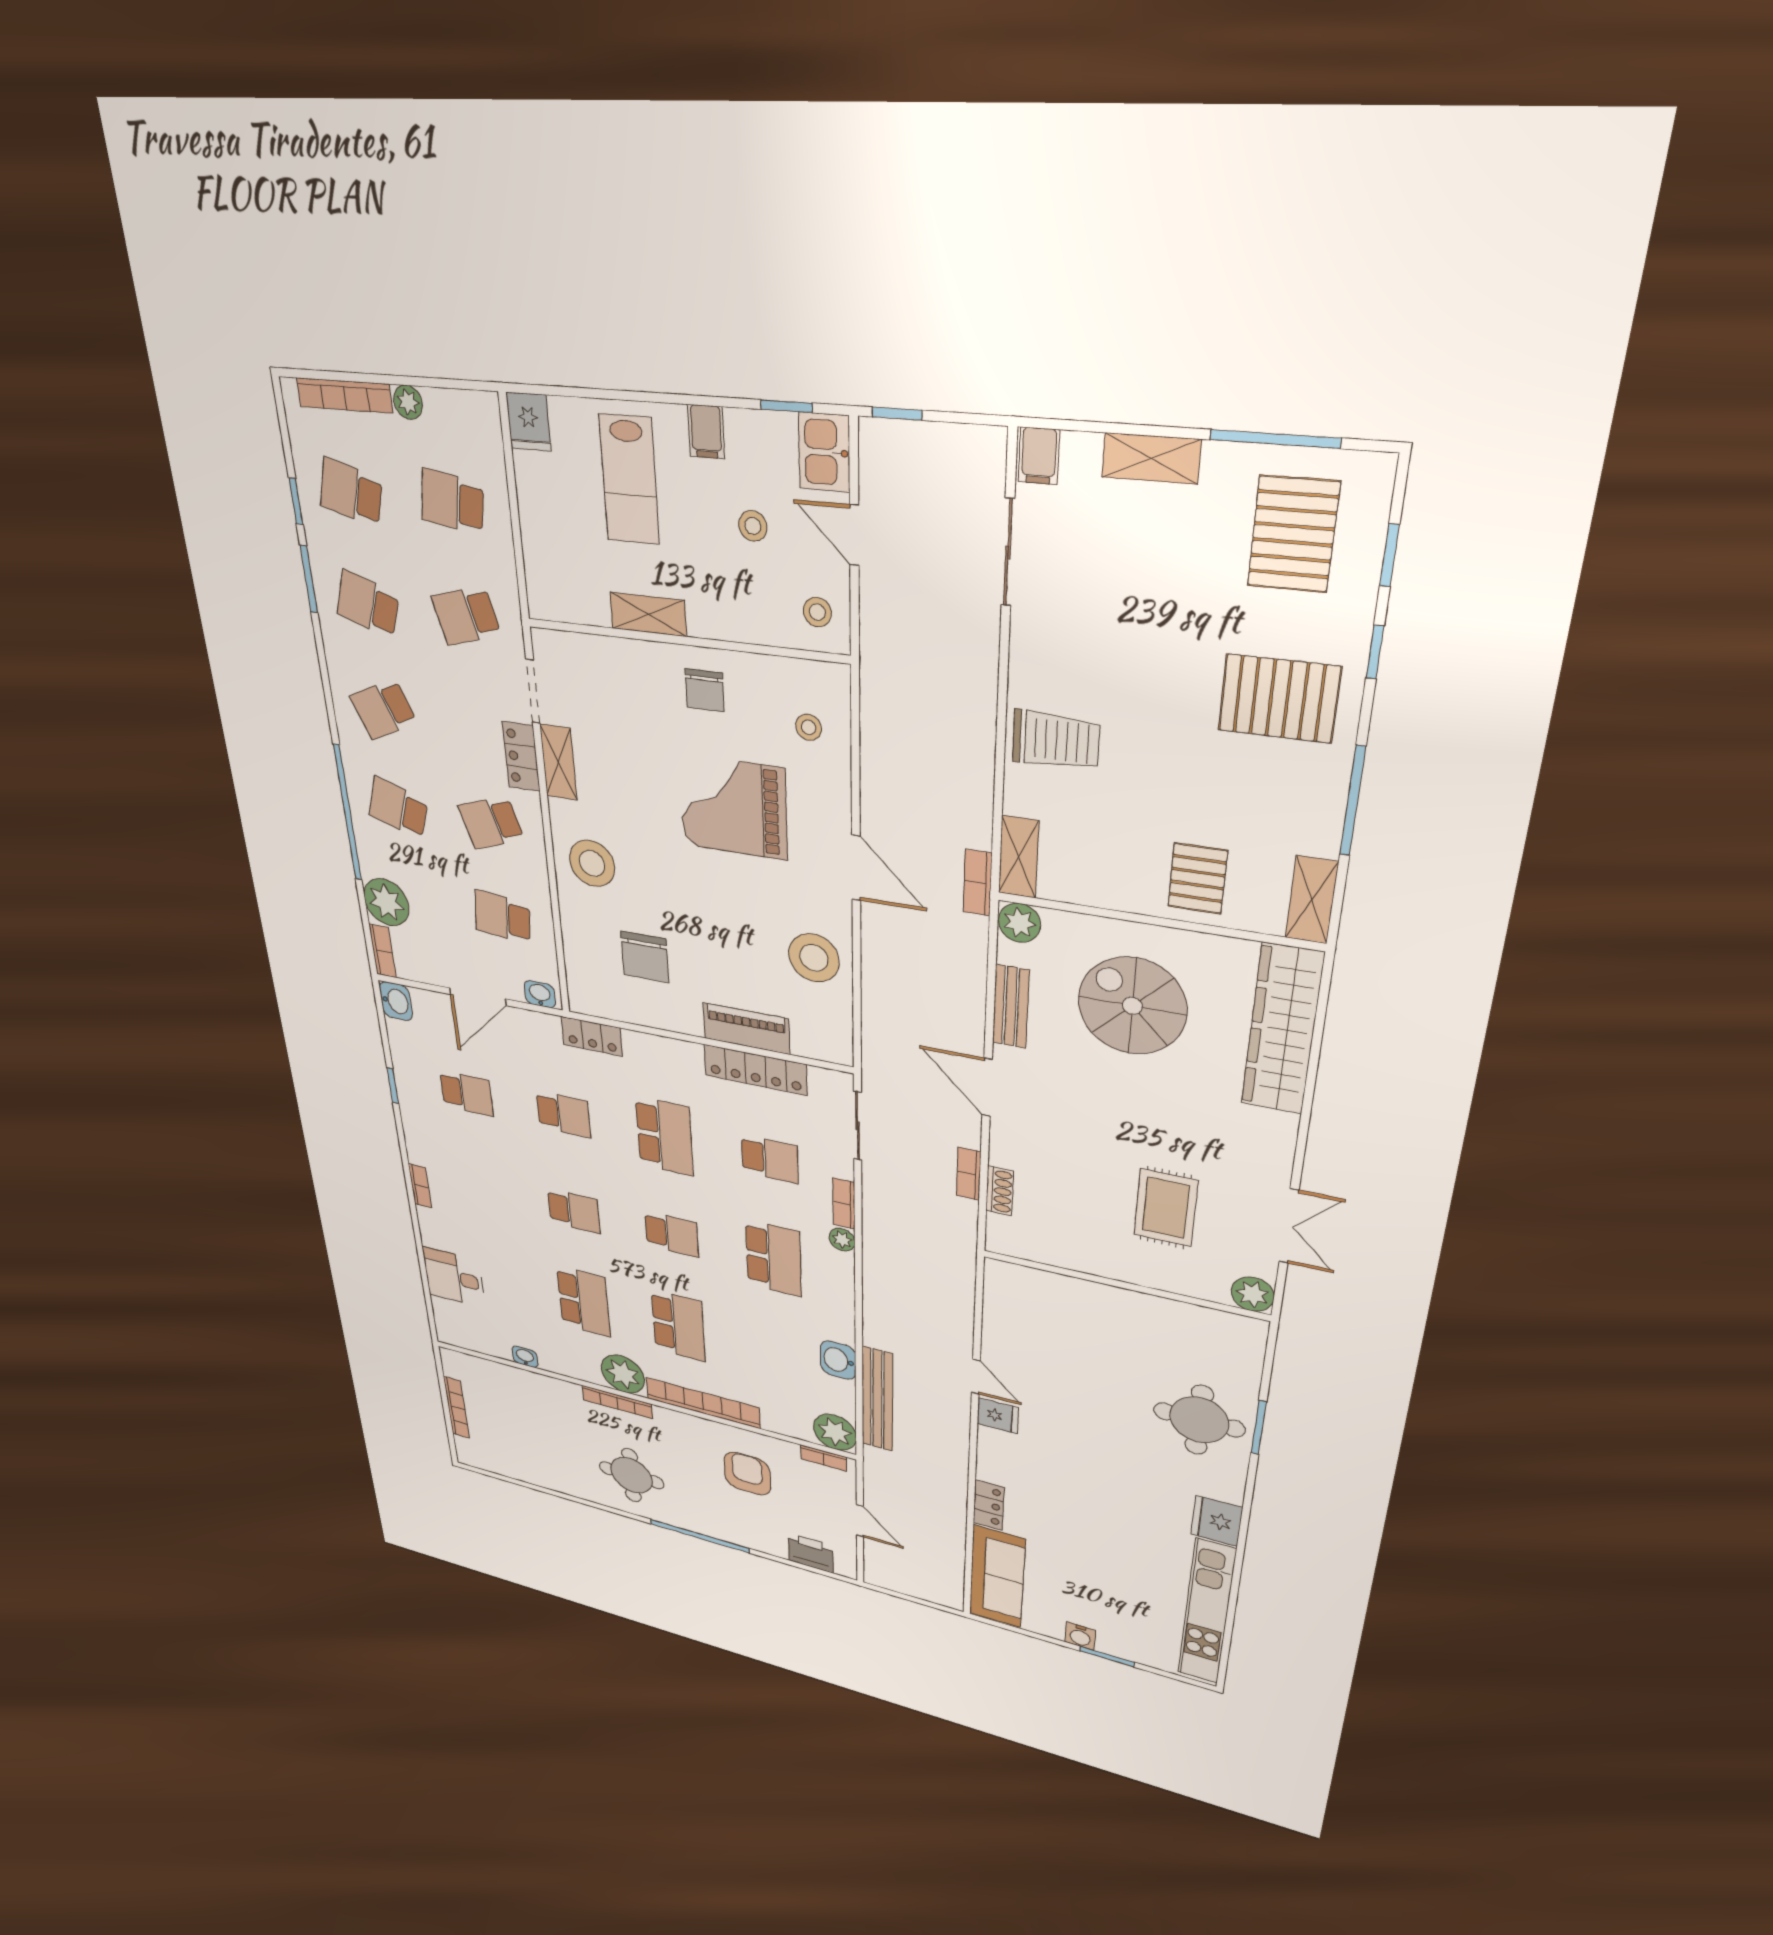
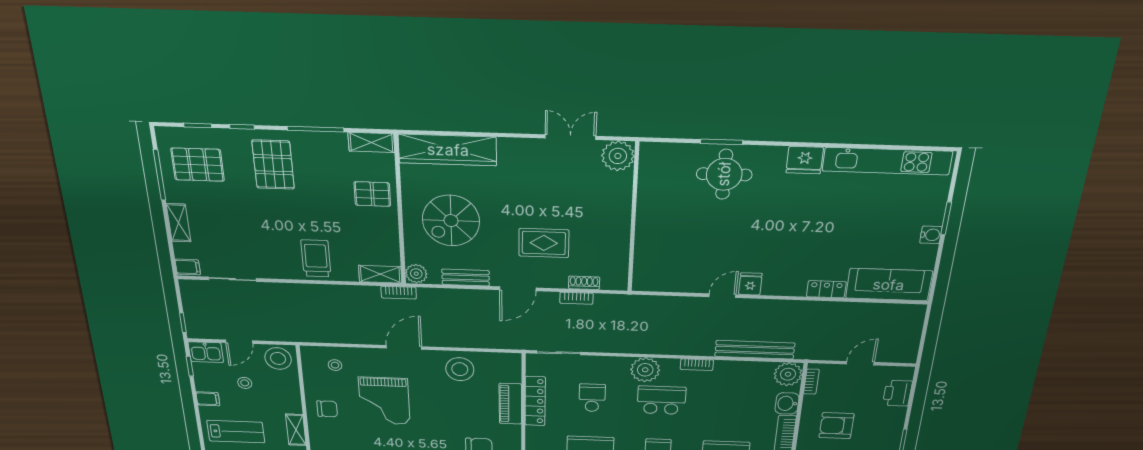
stool: (817, 612) -> (278, 359), width x1.89, depth x1.89
bookcase: (844, 1204) -> (697, 365), moved
rug: (1166, 1208) -> (544, 243), moved
plant: (842, 1240) -> (645, 370), width x1.88, depth x1.88
plant: (1253, 1294) -> (618, 156), width x1.36, depth x1.36
washbasin: (838, 1360) -> (787, 403), moved, turned 90

